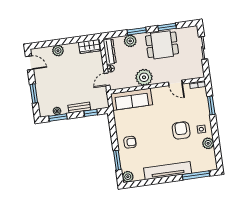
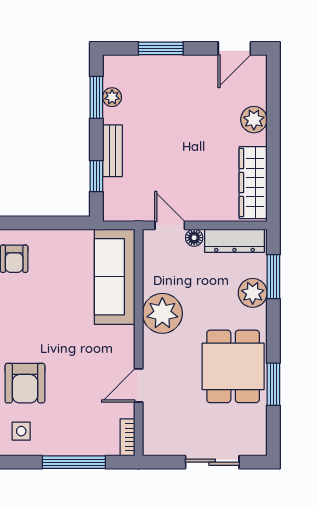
window: (137, 31) -> (273, 277), moved
wardrobe: (89, 46) -> (253, 183), width x1.50
window: (211, 105) -> (74, 462), width x1.44
armchair: (181, 130) -> (25, 383), turned 90

